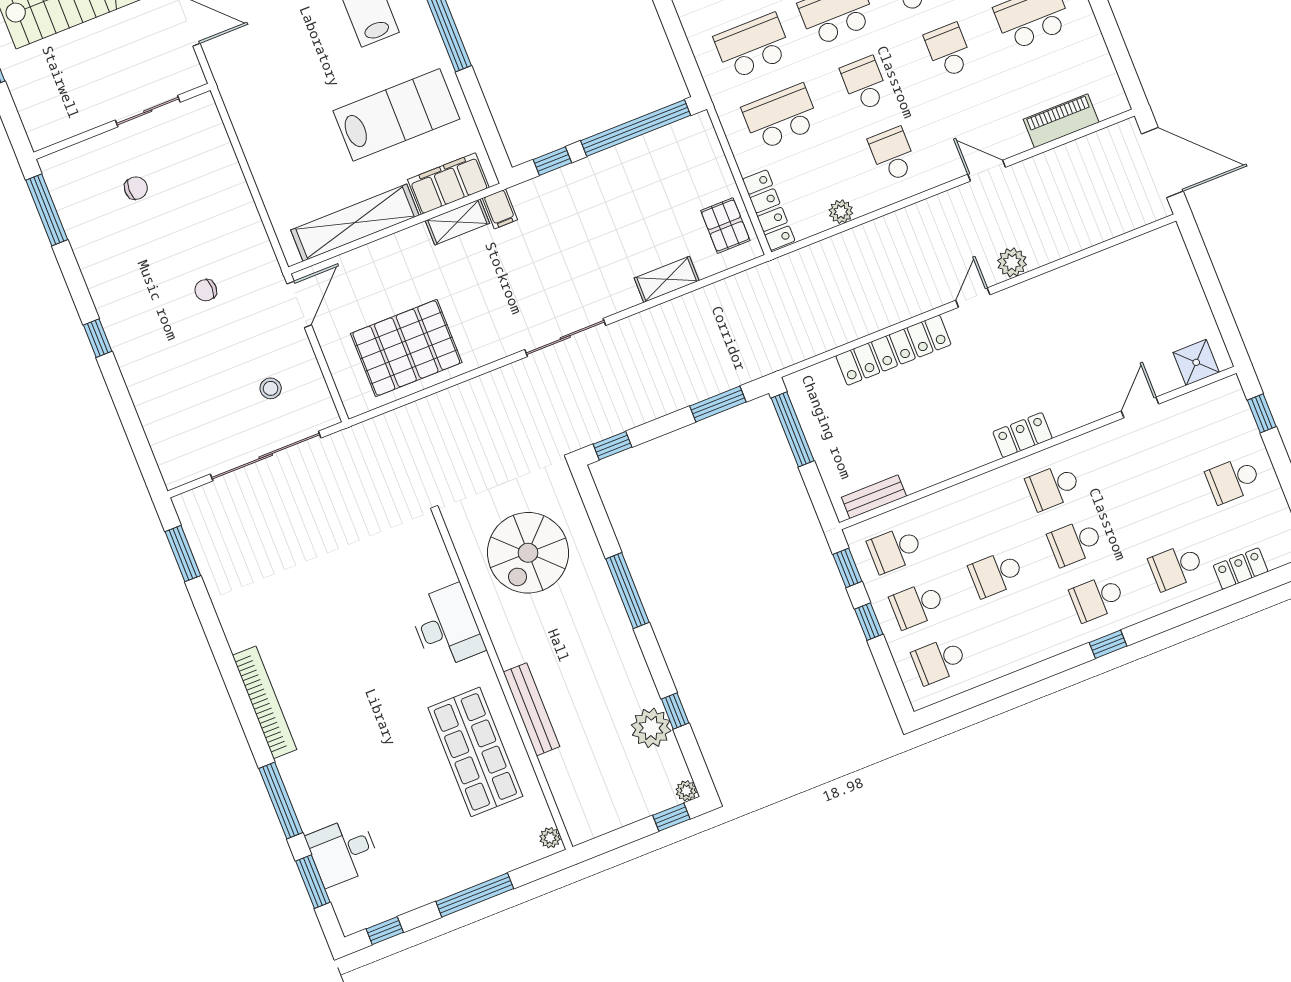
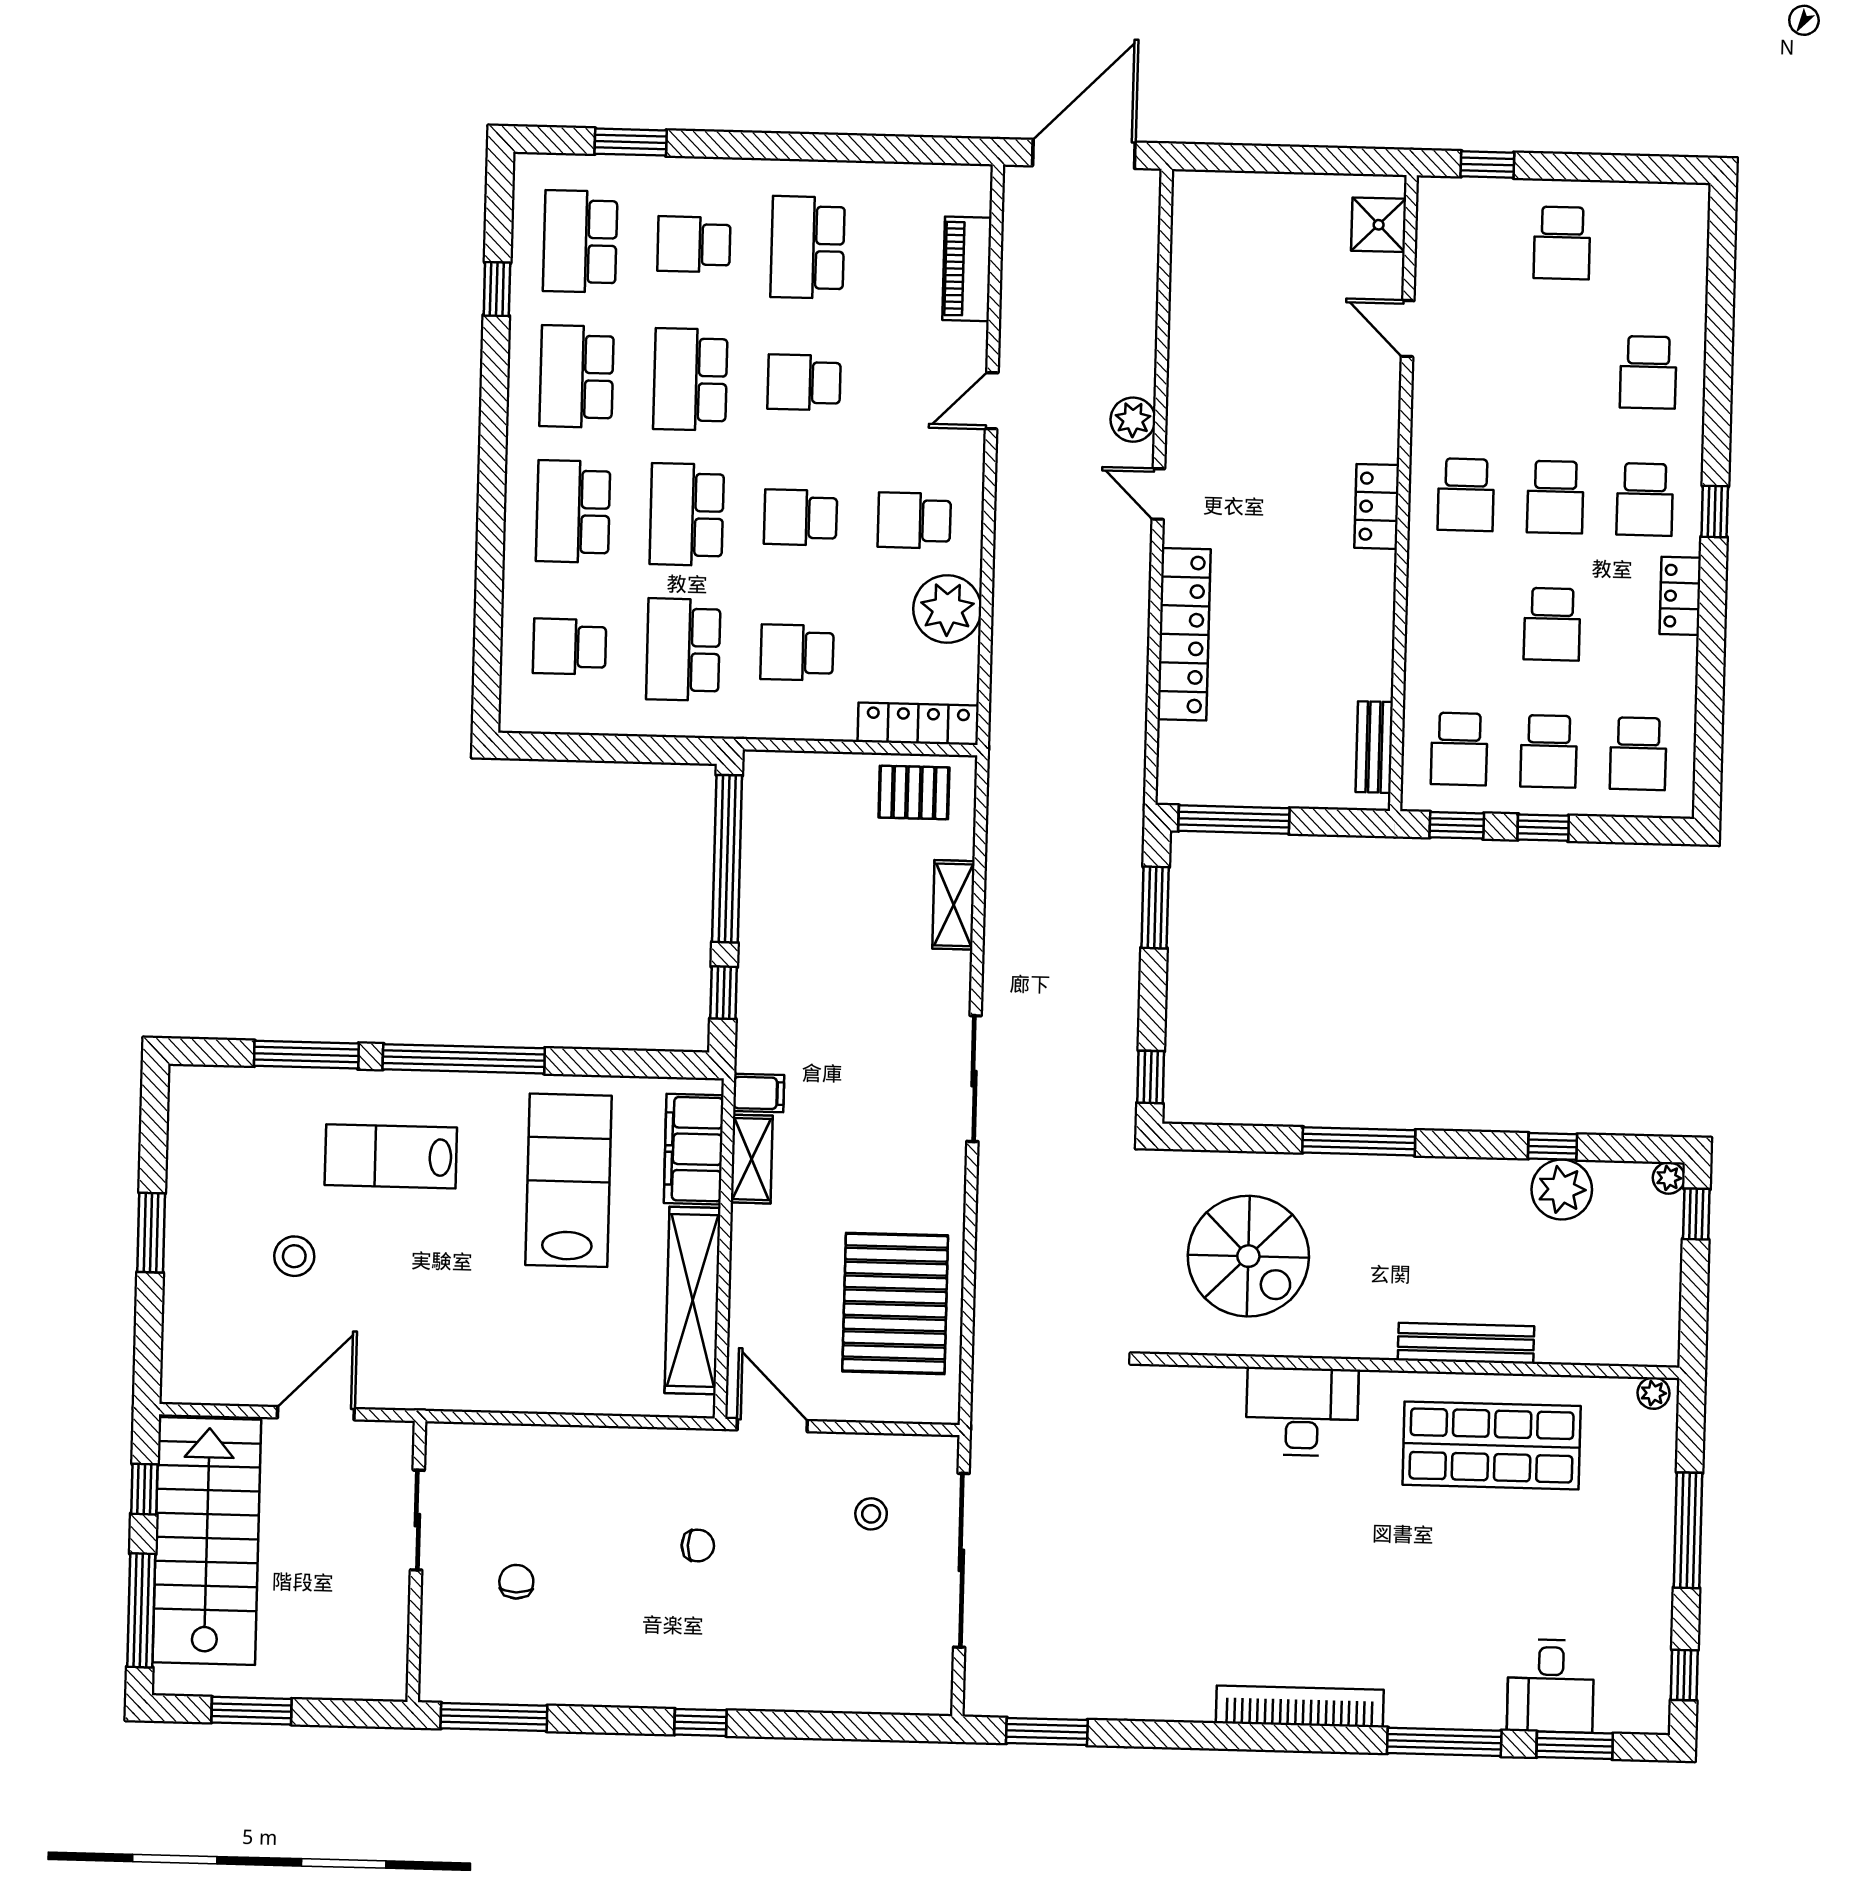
school desk: (781, 117) -> (797, 653), width x0.54
plant: (841, 212) -> (947, 609), width x1.88, depth x1.88
chair: (206, 290) -> (698, 1546), turned -90
locker: (1241, 569) -> (1680, 596), moved

